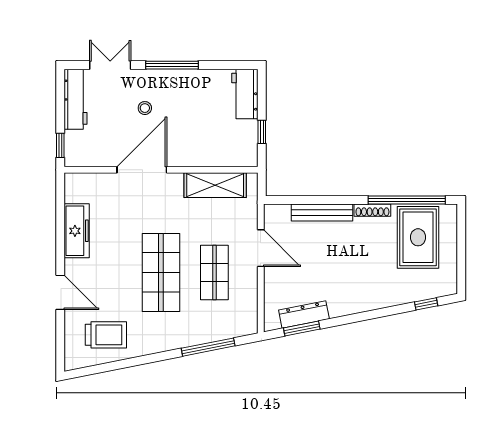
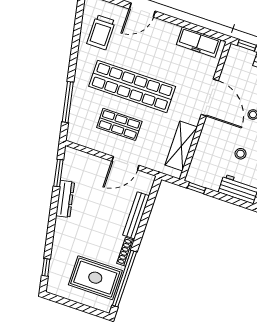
stool: (200, 107) -> (241, 154), added
window: (262, 132) -> (196, 188), moved
freezer: (77, 231) -> (199, 42), moved
shop shelf: (161, 272) -> (132, 86), width x1.40
dresser: (304, 314) -> (65, 199), moved

